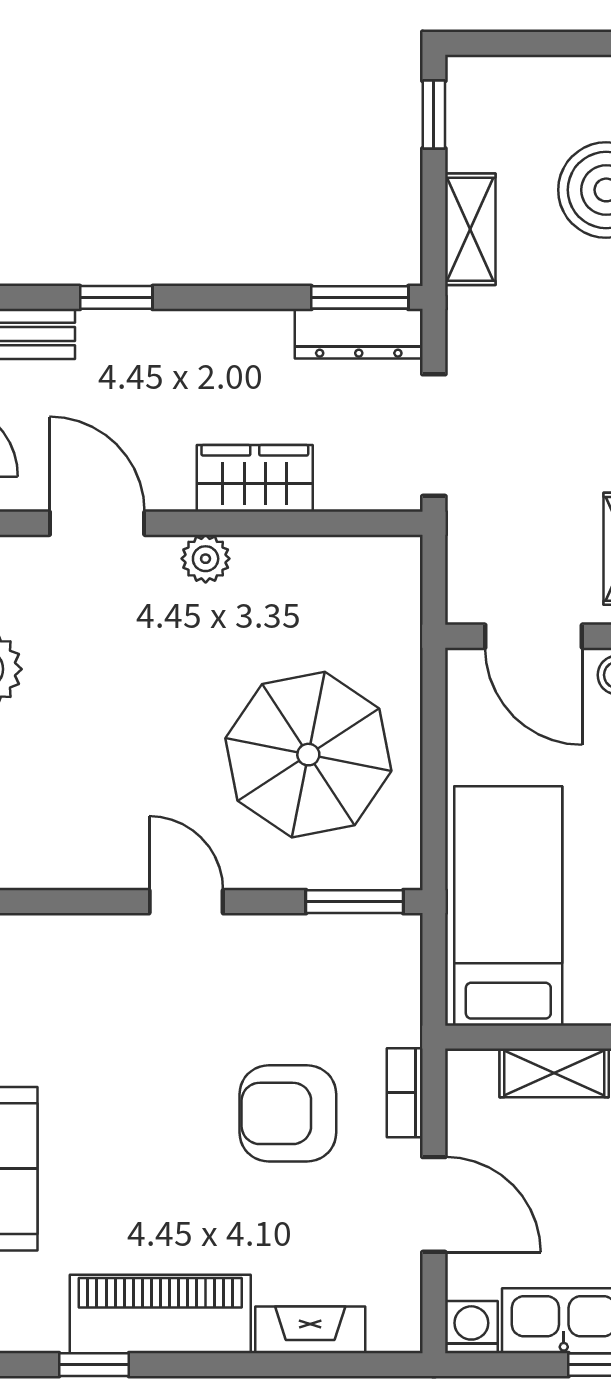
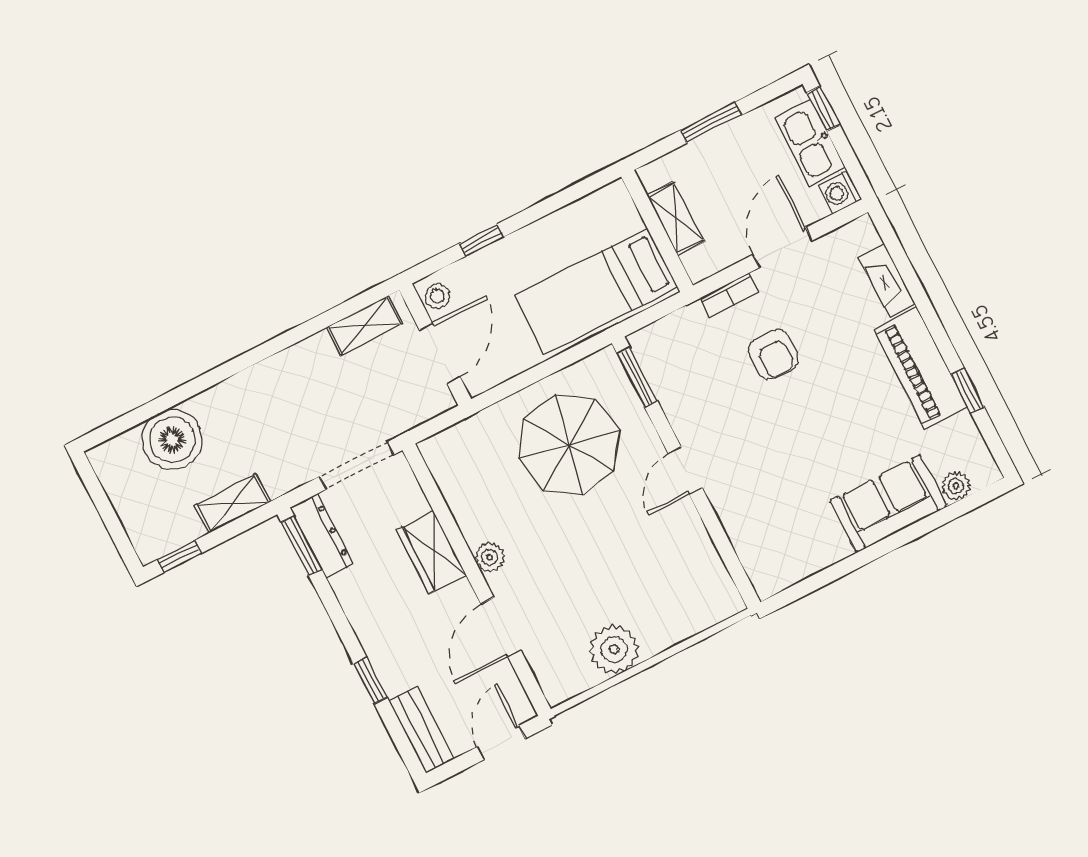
armchair: (288, 1113) -> (773, 354), width x0.72, depth x0.72

